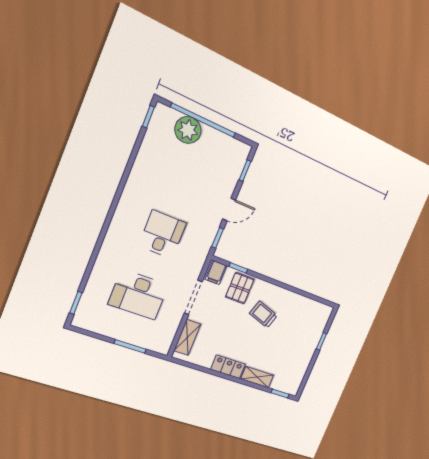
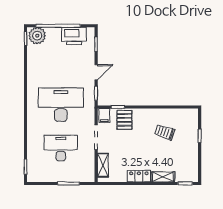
plant: (188, 130) -> (37, 36), moved
printer: (220, 146) -> (74, 36), added
desk: (162, 234) -> (61, 105), width x1.87, depth x1.30
desk: (138, 295) -> (61, 148), turned 180
trolley: (263, 314) -> (165, 132), moved

